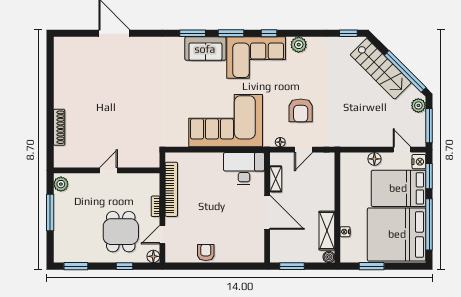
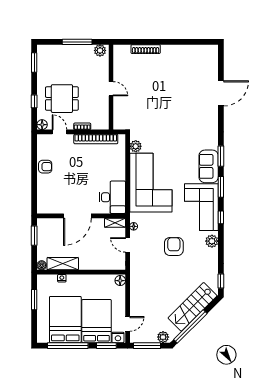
armchair: (301, 110) -> (174, 246), moved, turned 90
plant: (180, 140) -> (136, 146), added
floor lamp: (374, 159) -> (120, 281), moved
shelving: (276, 179) -> (115, 223), moved
bed: (397, 234) -> (65, 320), width x0.73

